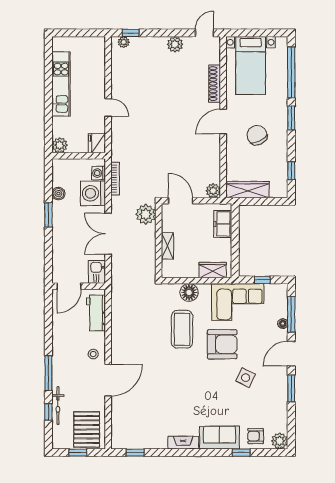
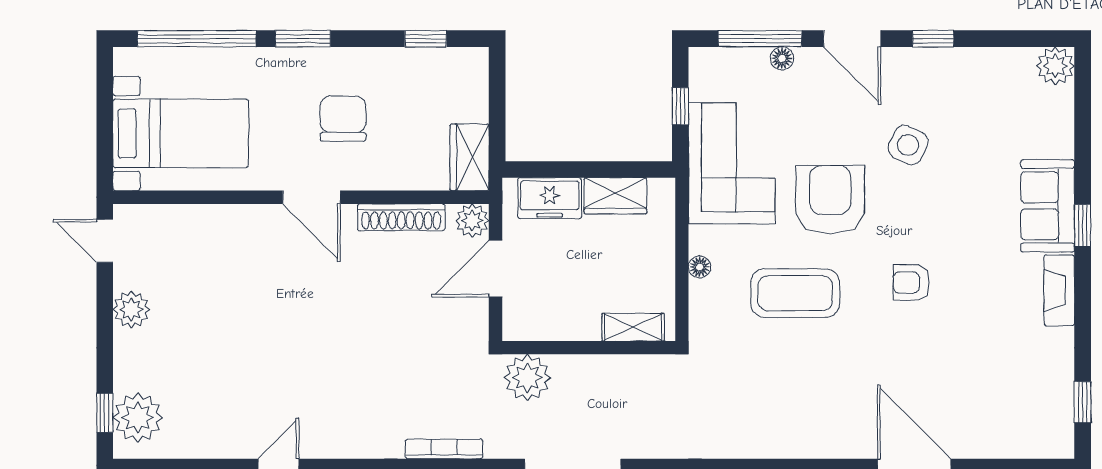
plant: (124, 42) -> (138, 418), width x1.87, depth x1.87
shoe rack: (215, 84) -> (401, 217), moved
chair: (257, 135) -> (343, 119), turned 116
wardrobe: (248, 190) -> (470, 157), width x0.67
door: (181, 201) -> (496, 269), moved
shelving: (167, 246) -> (633, 327), moved
wardrobe: (213, 270) -> (615, 196), moved, turned -90
floor lamp: (189, 292) -> (700, 267), width x0.53, depth x0.53
window: (291, 388) -> (933, 39), width x0.67
armchair: (256, 436) -> (911, 282), moved, turned 90
window: (241, 453) -> (1083, 225), moved

